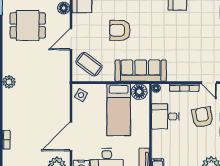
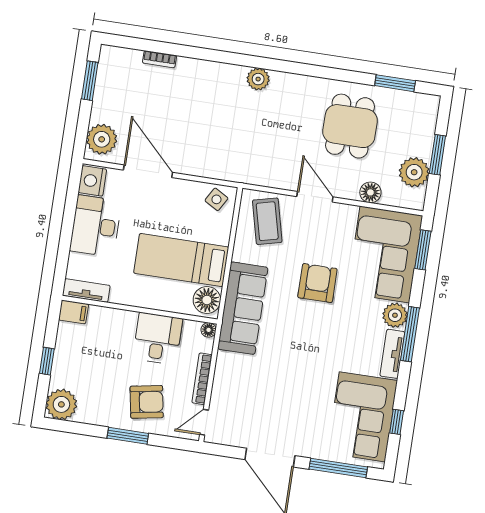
coffee table: (89, 64) -> (267, 221), turned -51

